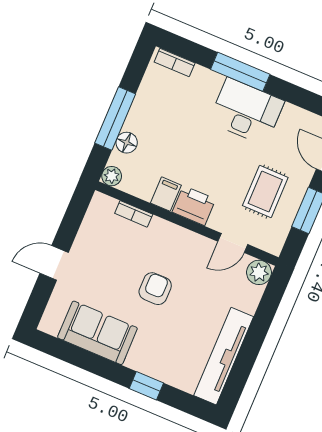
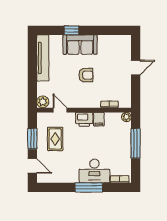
desk: (246, 111) -> (94, 171), moved
floor lamp: (127, 143) -> (126, 135), removed
door: (233, 243) -> (60, 110), hinge flipped
armchair: (155, 289) -> (86, 75), turned -90
sofa: (97, 333) -> (80, 45), moved

